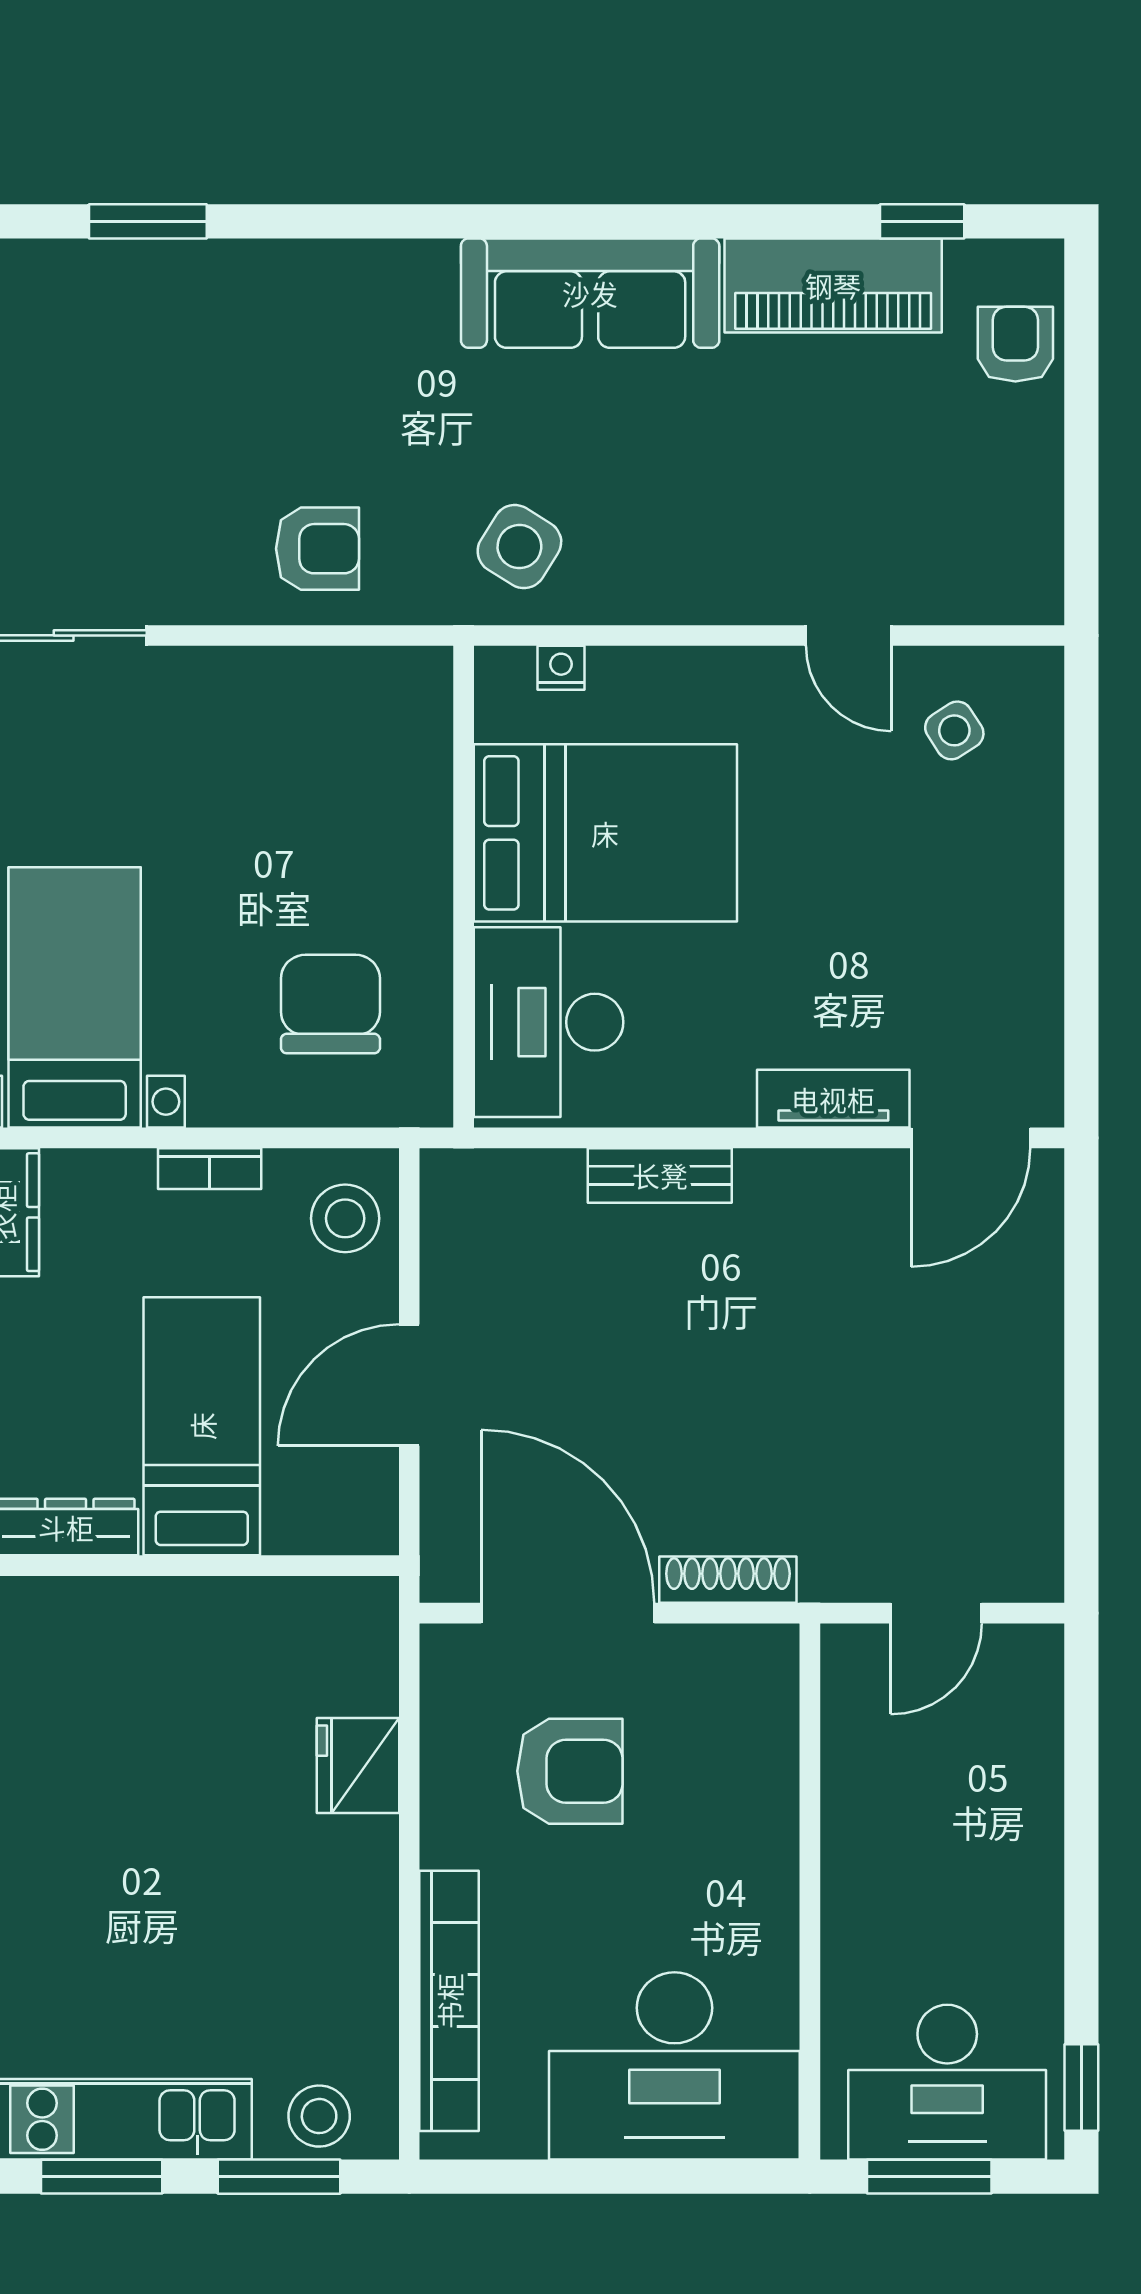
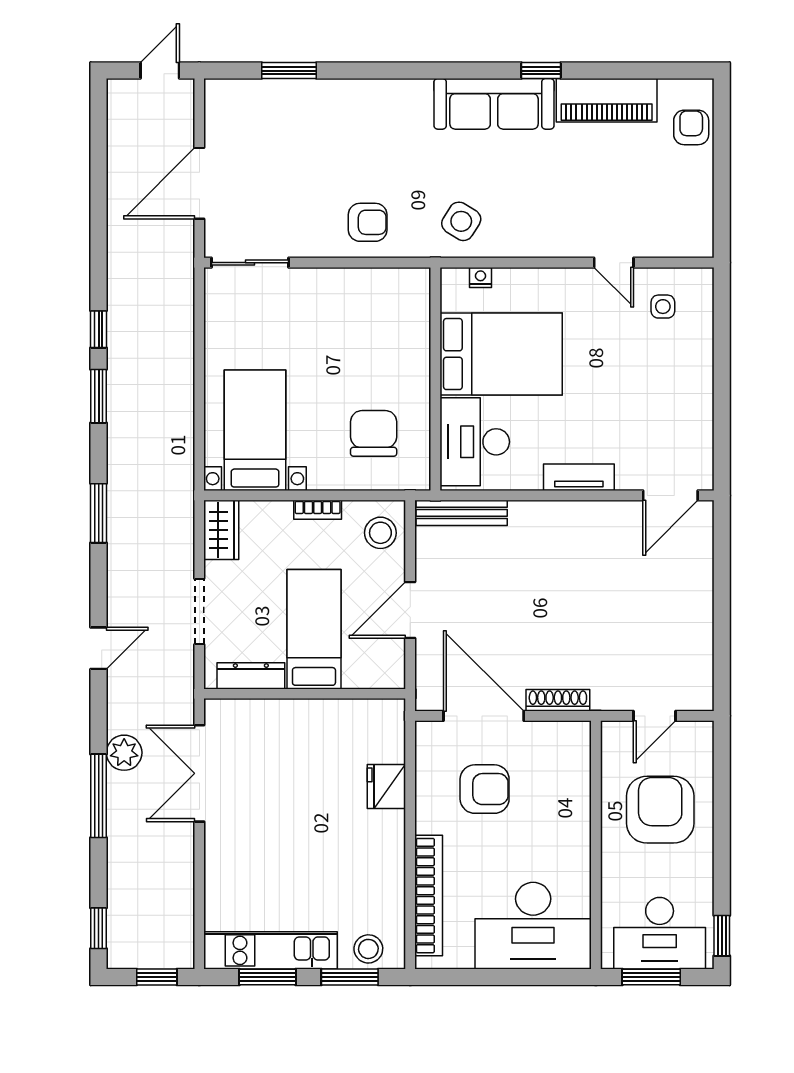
window: (922, 221) -> (541, 71), moved
side table: (954, 730) -> (663, 307), turned 33
tv unit: (833, 1099) -> (579, 477), moved
bench: (660, 1175) -> (462, 513), moved, width x1.36
armchair: (949, 1816) -> (660, 810), added

